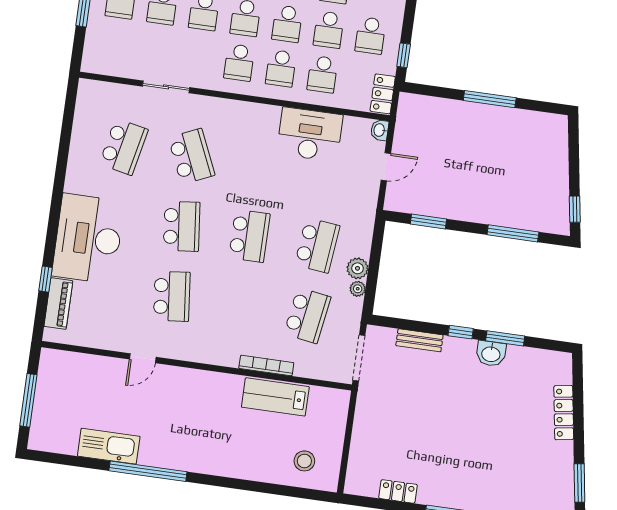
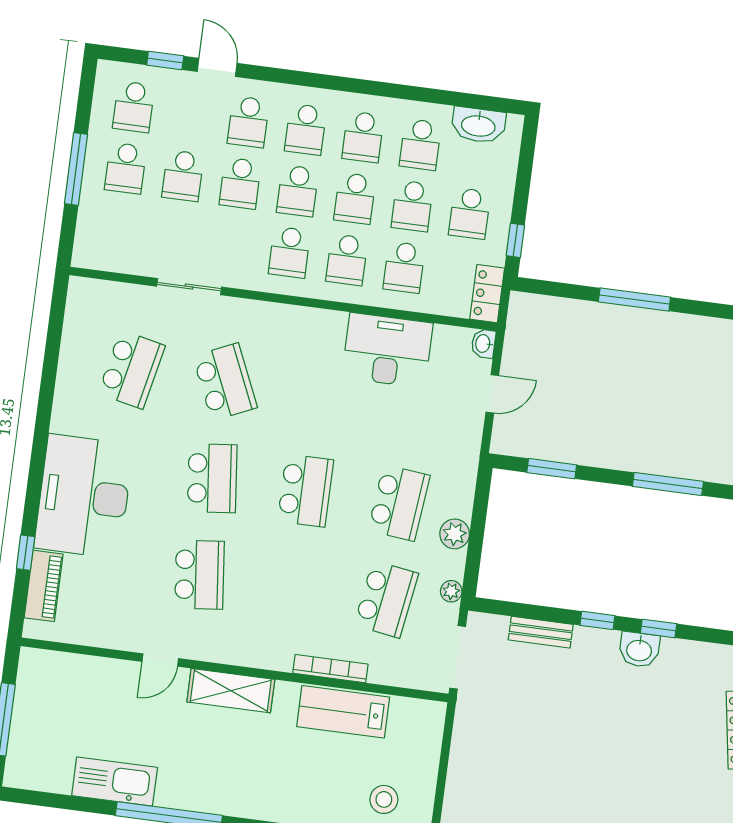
plant: (358, 289) -> (451, 591), moved
window: (505, 338) -> (659, 628), width x0.67
shelving: (194, 381) -> (231, 691), added

